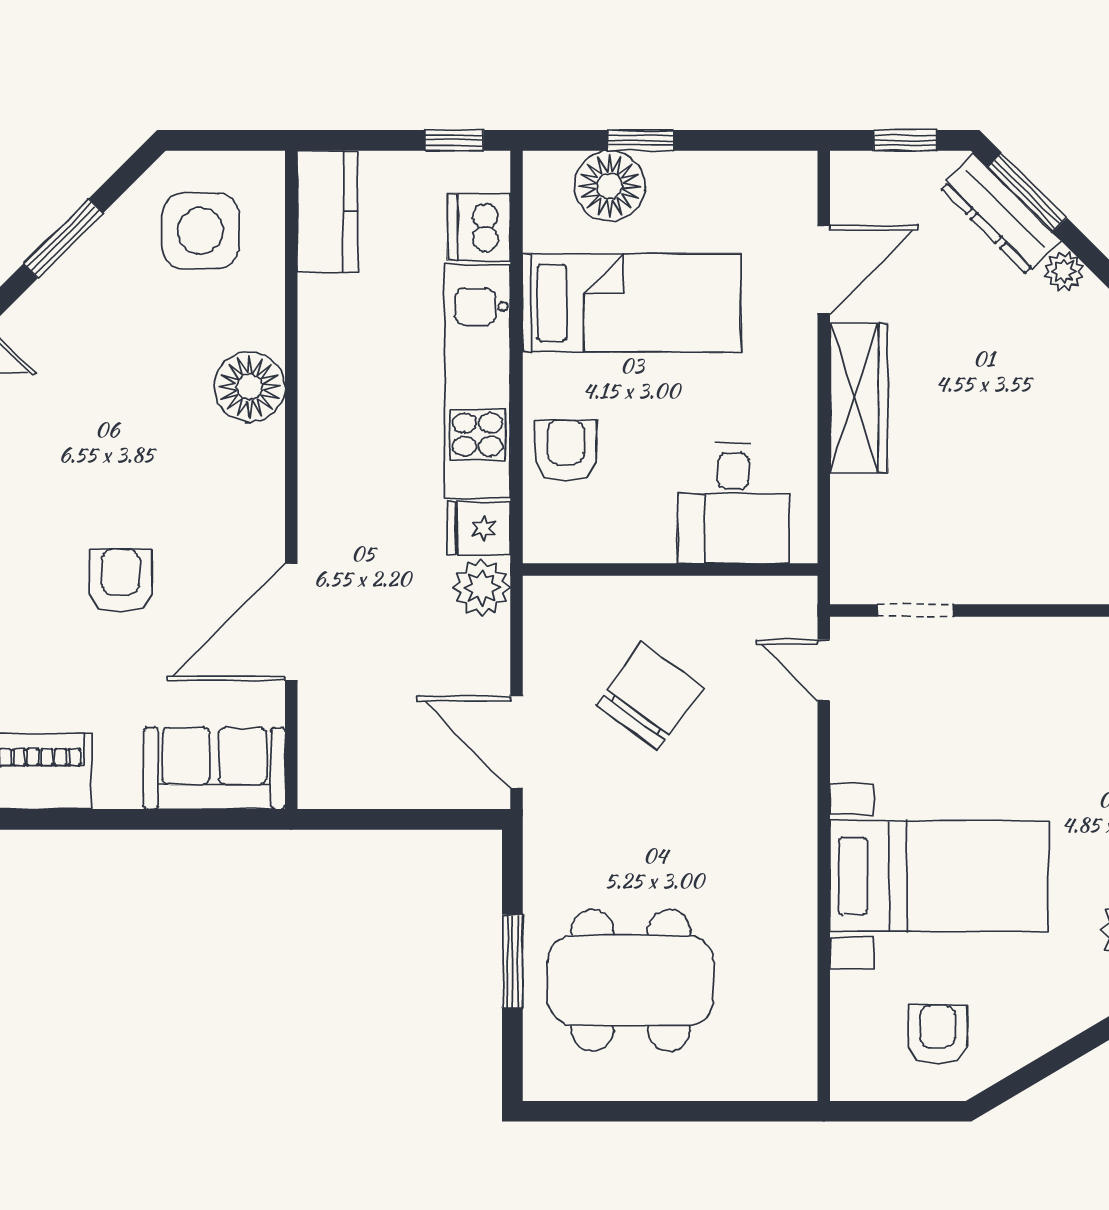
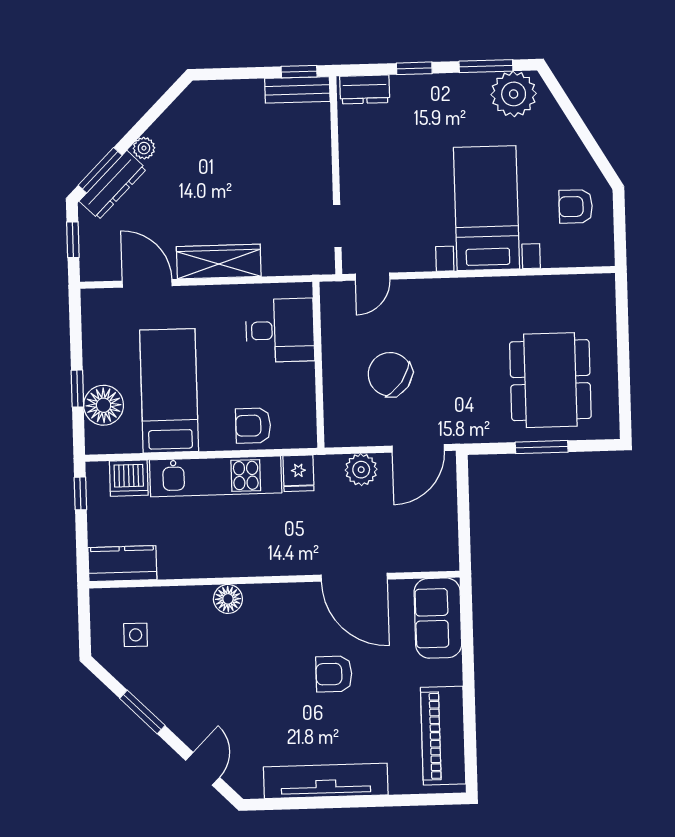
side table: (200, 231) -> (136, 635), width x0.54, depth x0.54
floor lamp: (250, 387) -> (228, 599), width x0.73, depth x0.73
plant: (482, 588) -> (361, 470), moved

